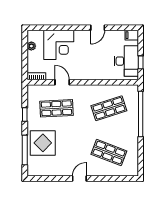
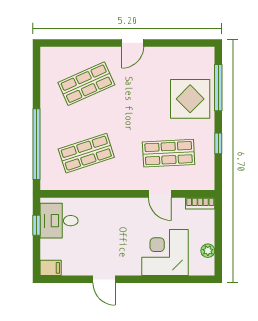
door: (98, 28) -> (104, 279), swing flipped
desk: (126, 61) -> (59, 221), width x0.73
shop shelf: (109, 153) -> (86, 84), turned -45

